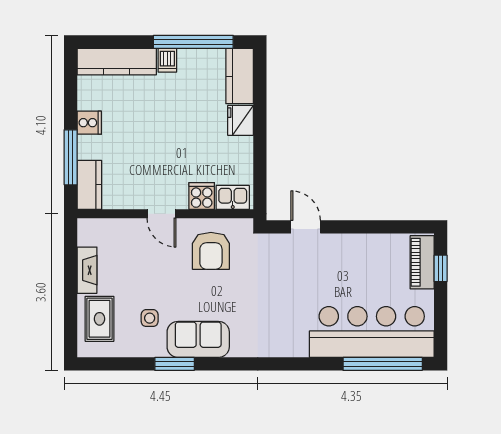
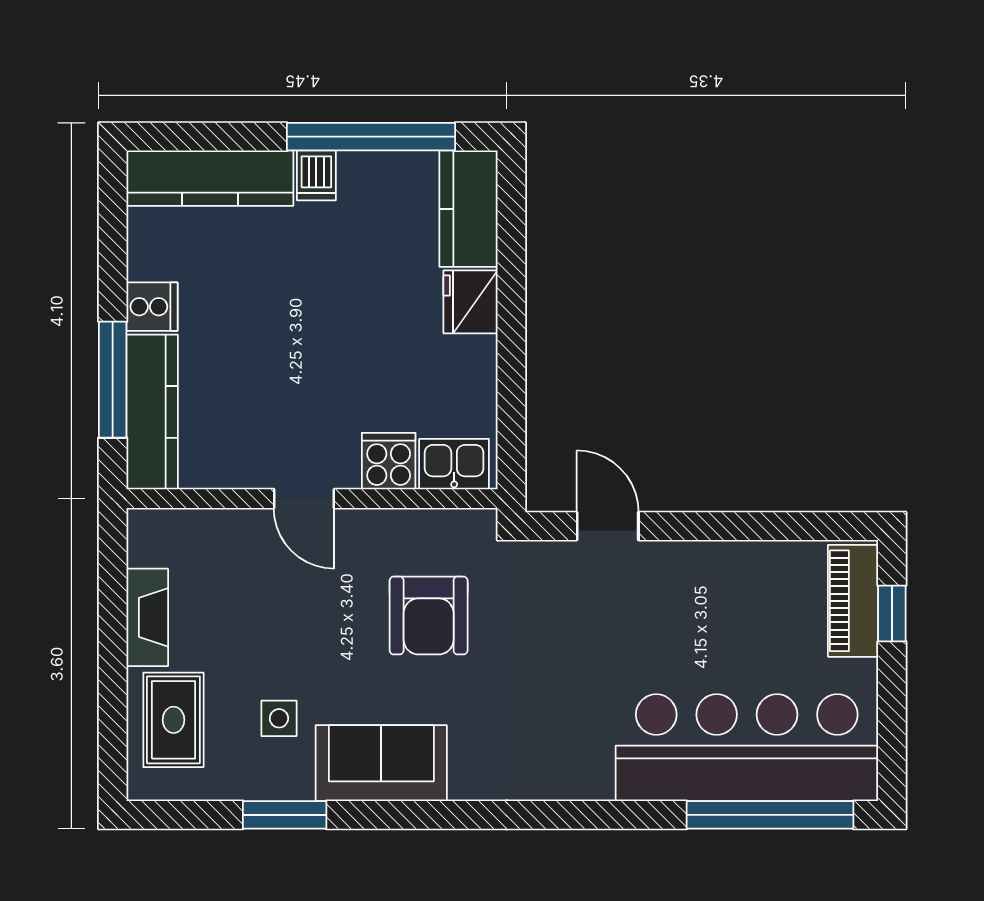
kitchen counter: (89, 185) -> (152, 412), width x1.50
armchair: (211, 251) -> (429, 615), moved
window: (175, 364) -> (285, 815), moved

